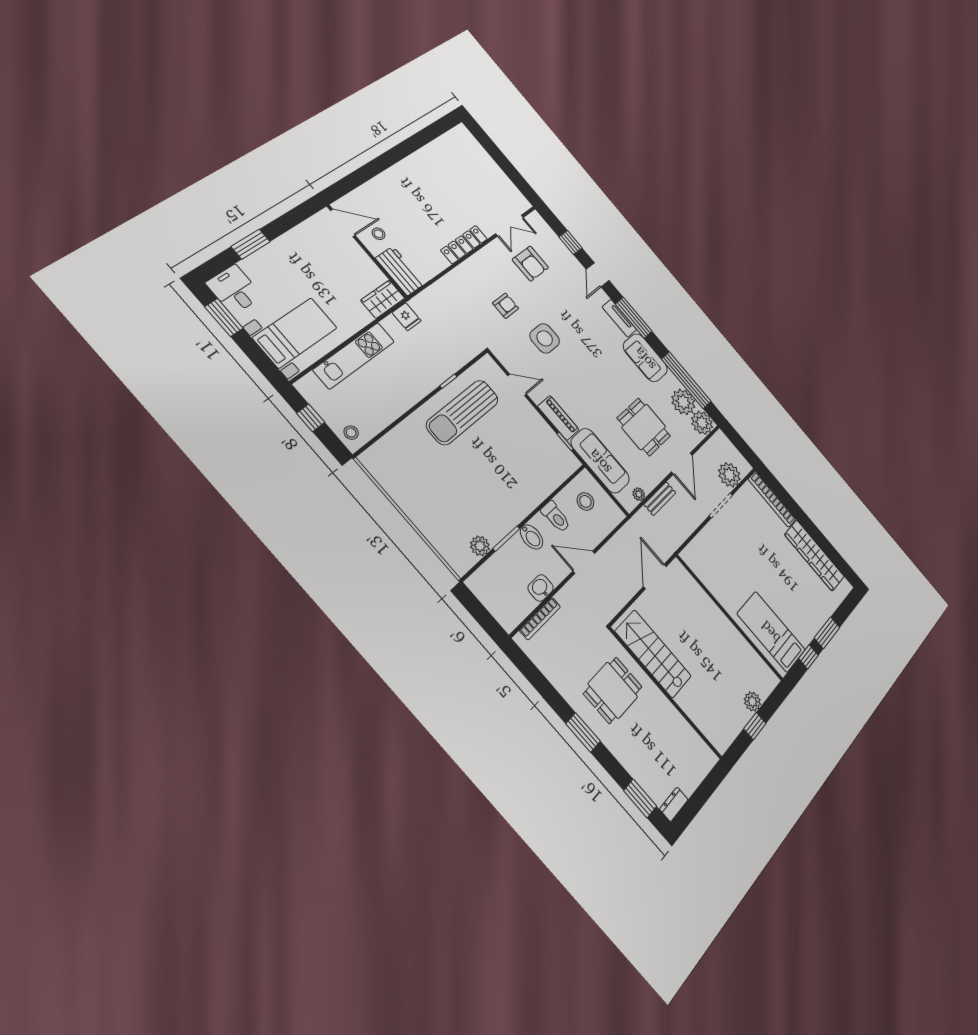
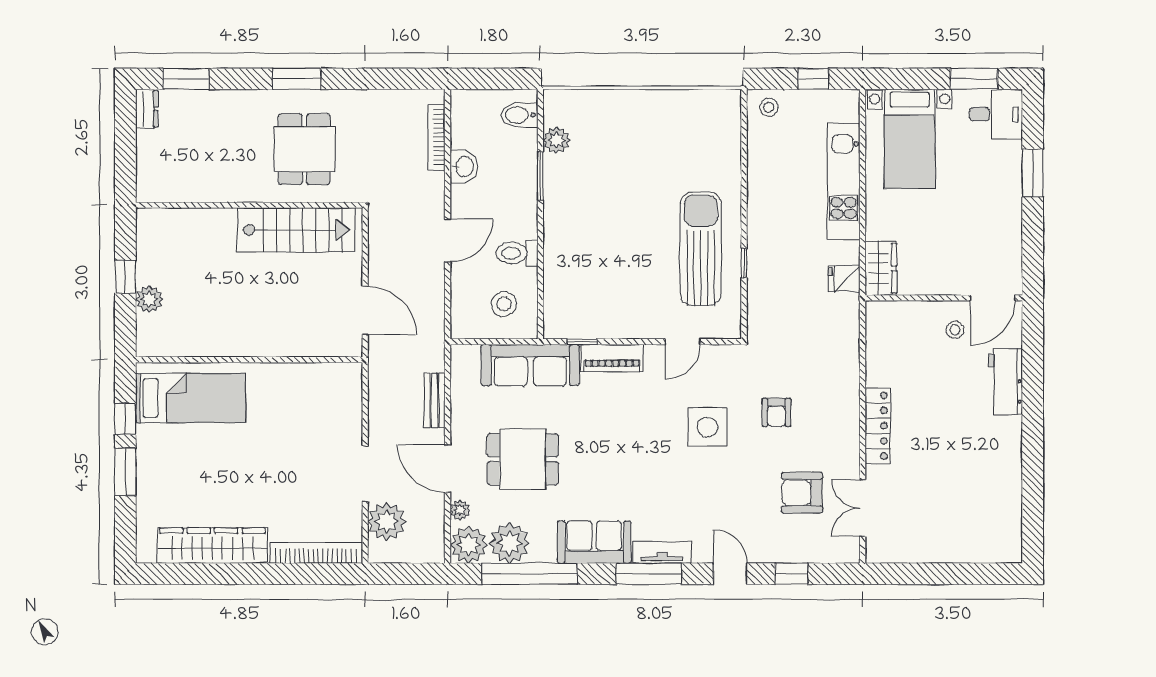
workbench: (400, 271) -> (1005, 382), moved, turned 90
plant: (639, 494) -> (460, 510), moved
bidet: (532, 537) -> (519, 115), moved

